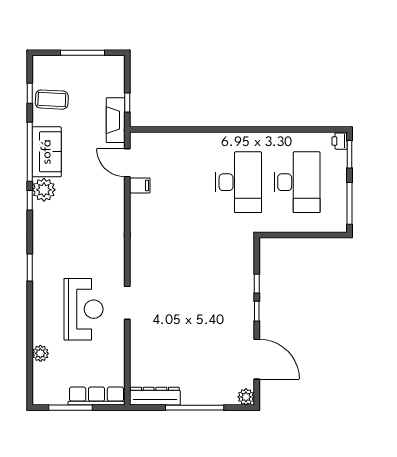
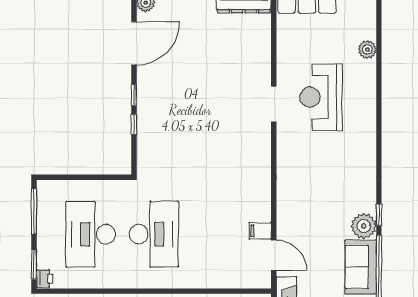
desk: (238, 182) -> (154, 234), turned 180
window: (30, 268) -> (379, 142), removed
door: (257, 359) -> (134, 43), swing flipped

